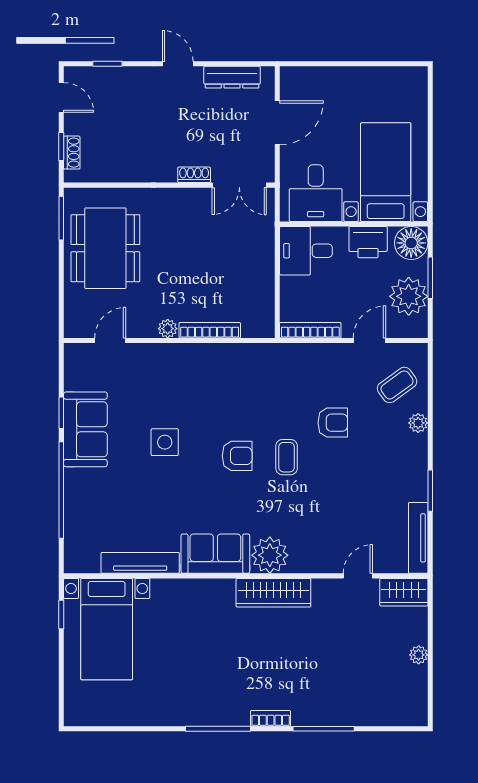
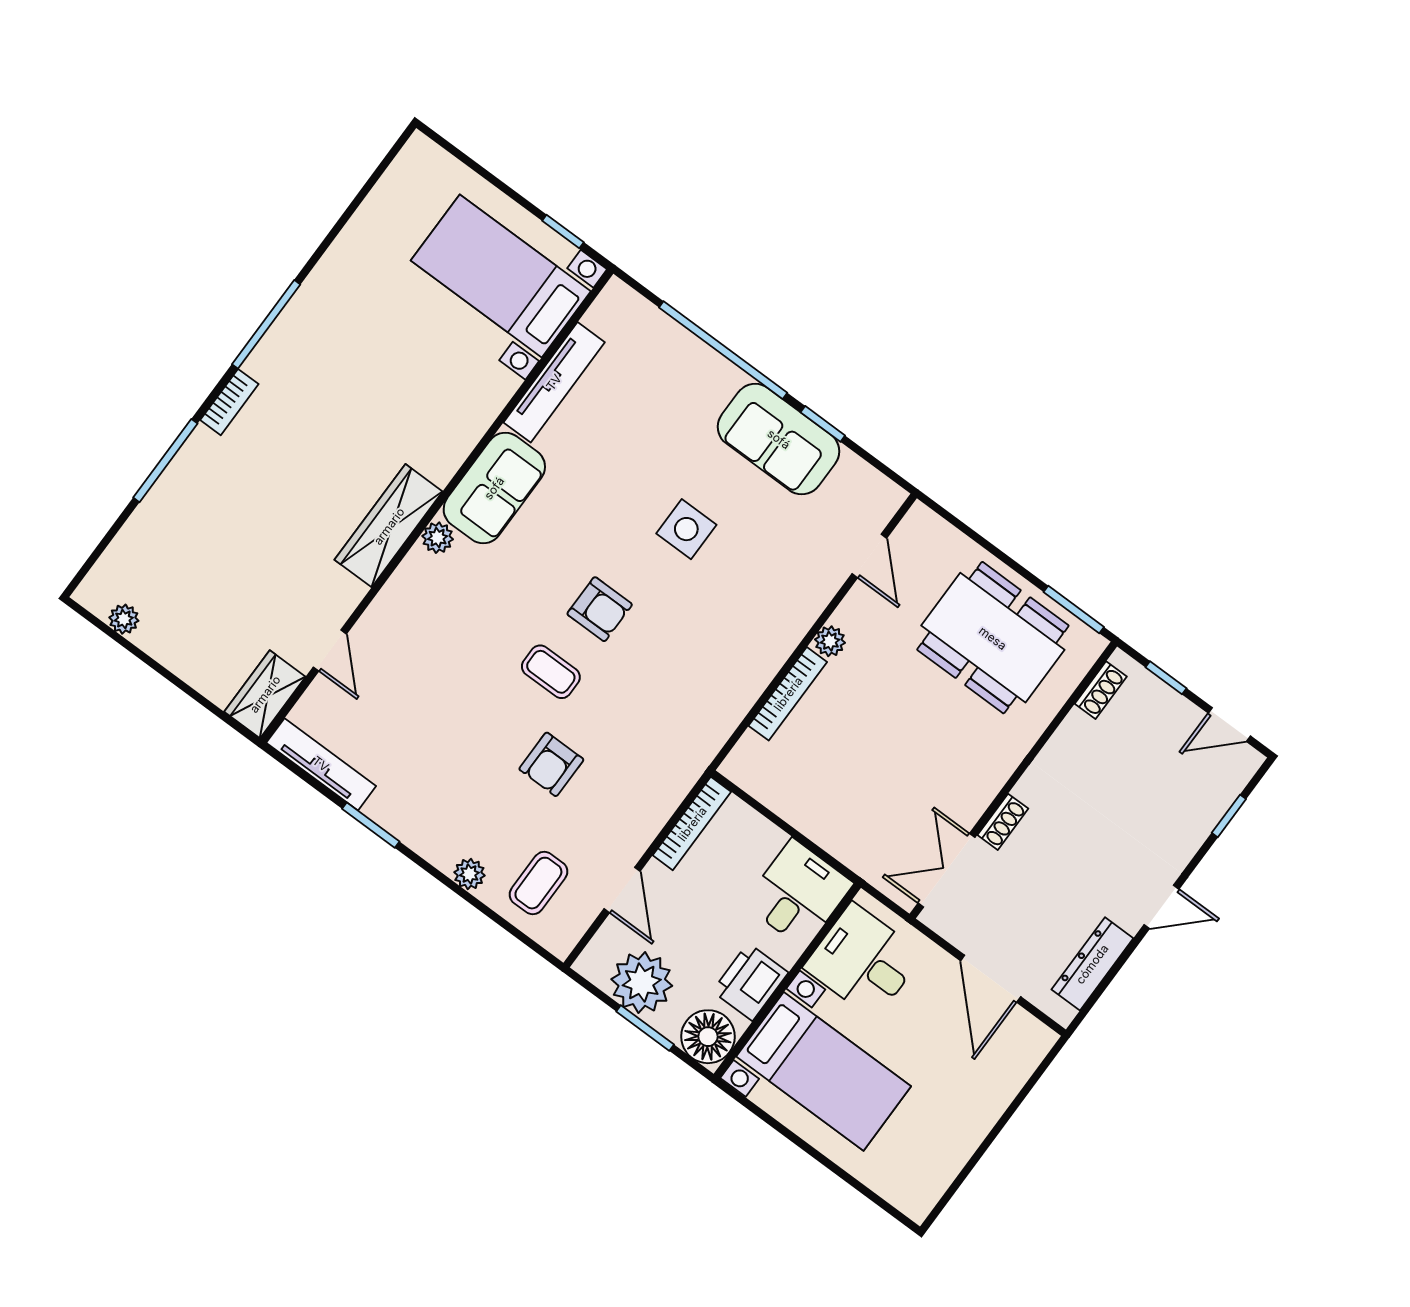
shoe rack: (72, 153) -> (1101, 690), moved, turned -90
coffee table: (397, 385) -> (538, 883), turned 36
armchair: (237, 456) -> (600, 609), turned -90
plant: (270, 555) -> (438, 538), width x0.53, depth x0.53
plant: (419, 655) -> (124, 619), moved

